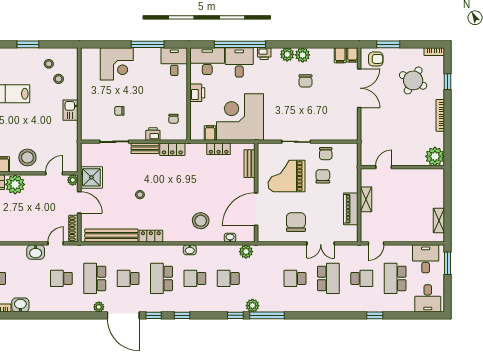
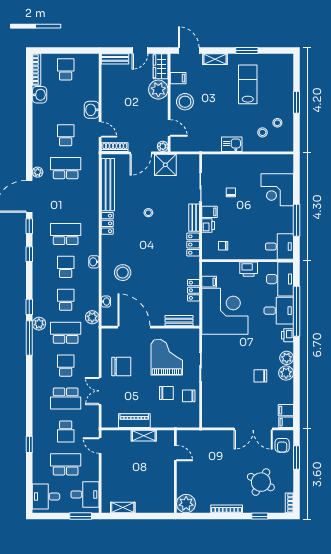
filing cabinet: (139, 133) -> (209, 212), added
school desk: (128, 278) -> (66, 333), moved, width x1.85

